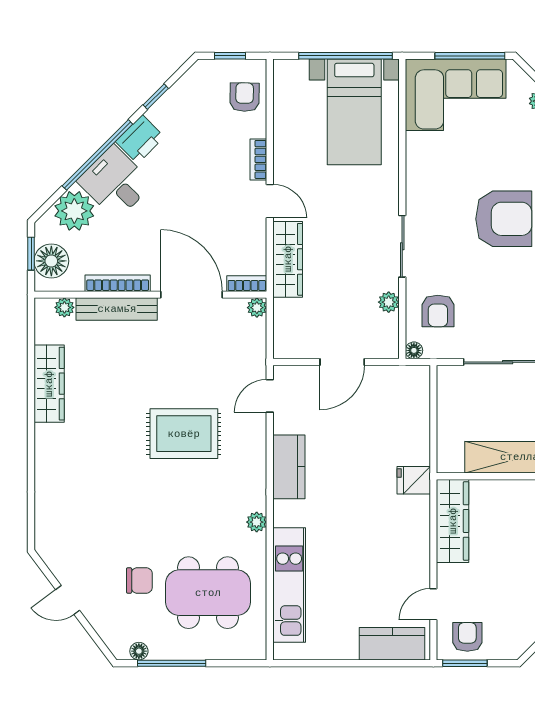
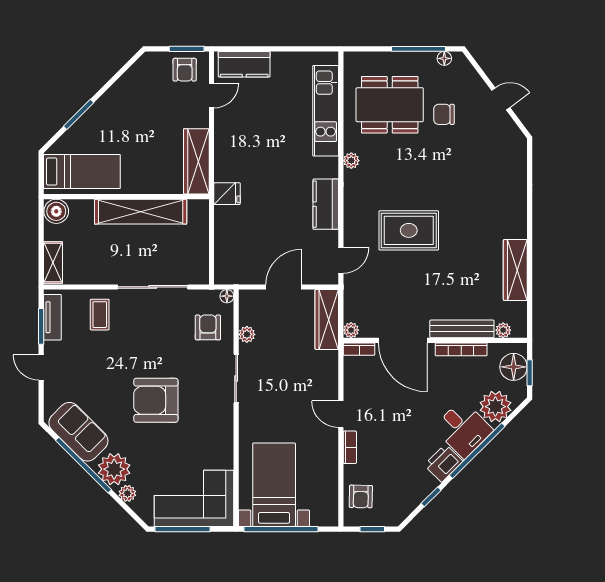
wardrobe: (288, 259) -> (327, 319), moved

